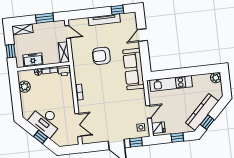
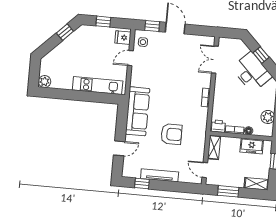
kitchen counter: (202, 112) -> (68, 45), removed

